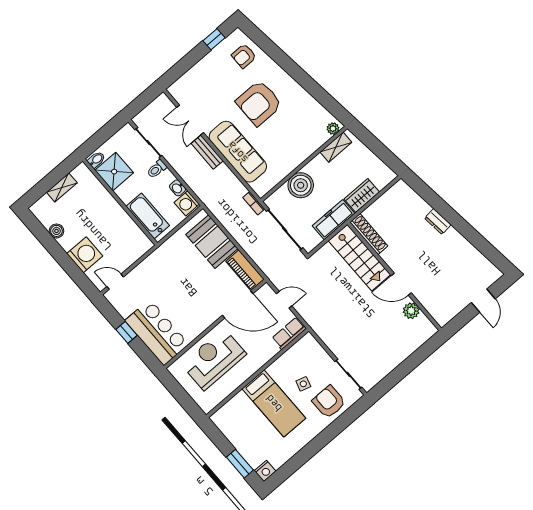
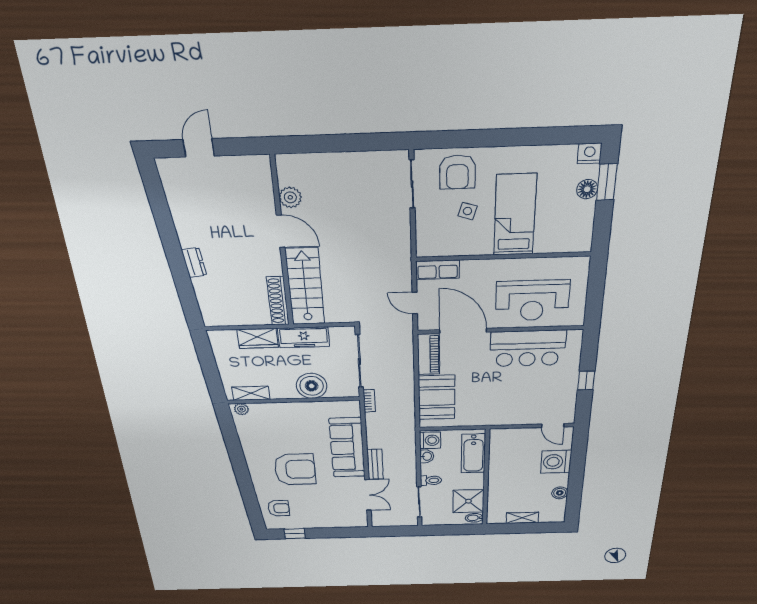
bar counter: (157, 332) -> (528, 348), moved, turned -90
floor lamp: (247, 451) -> (587, 189), added

